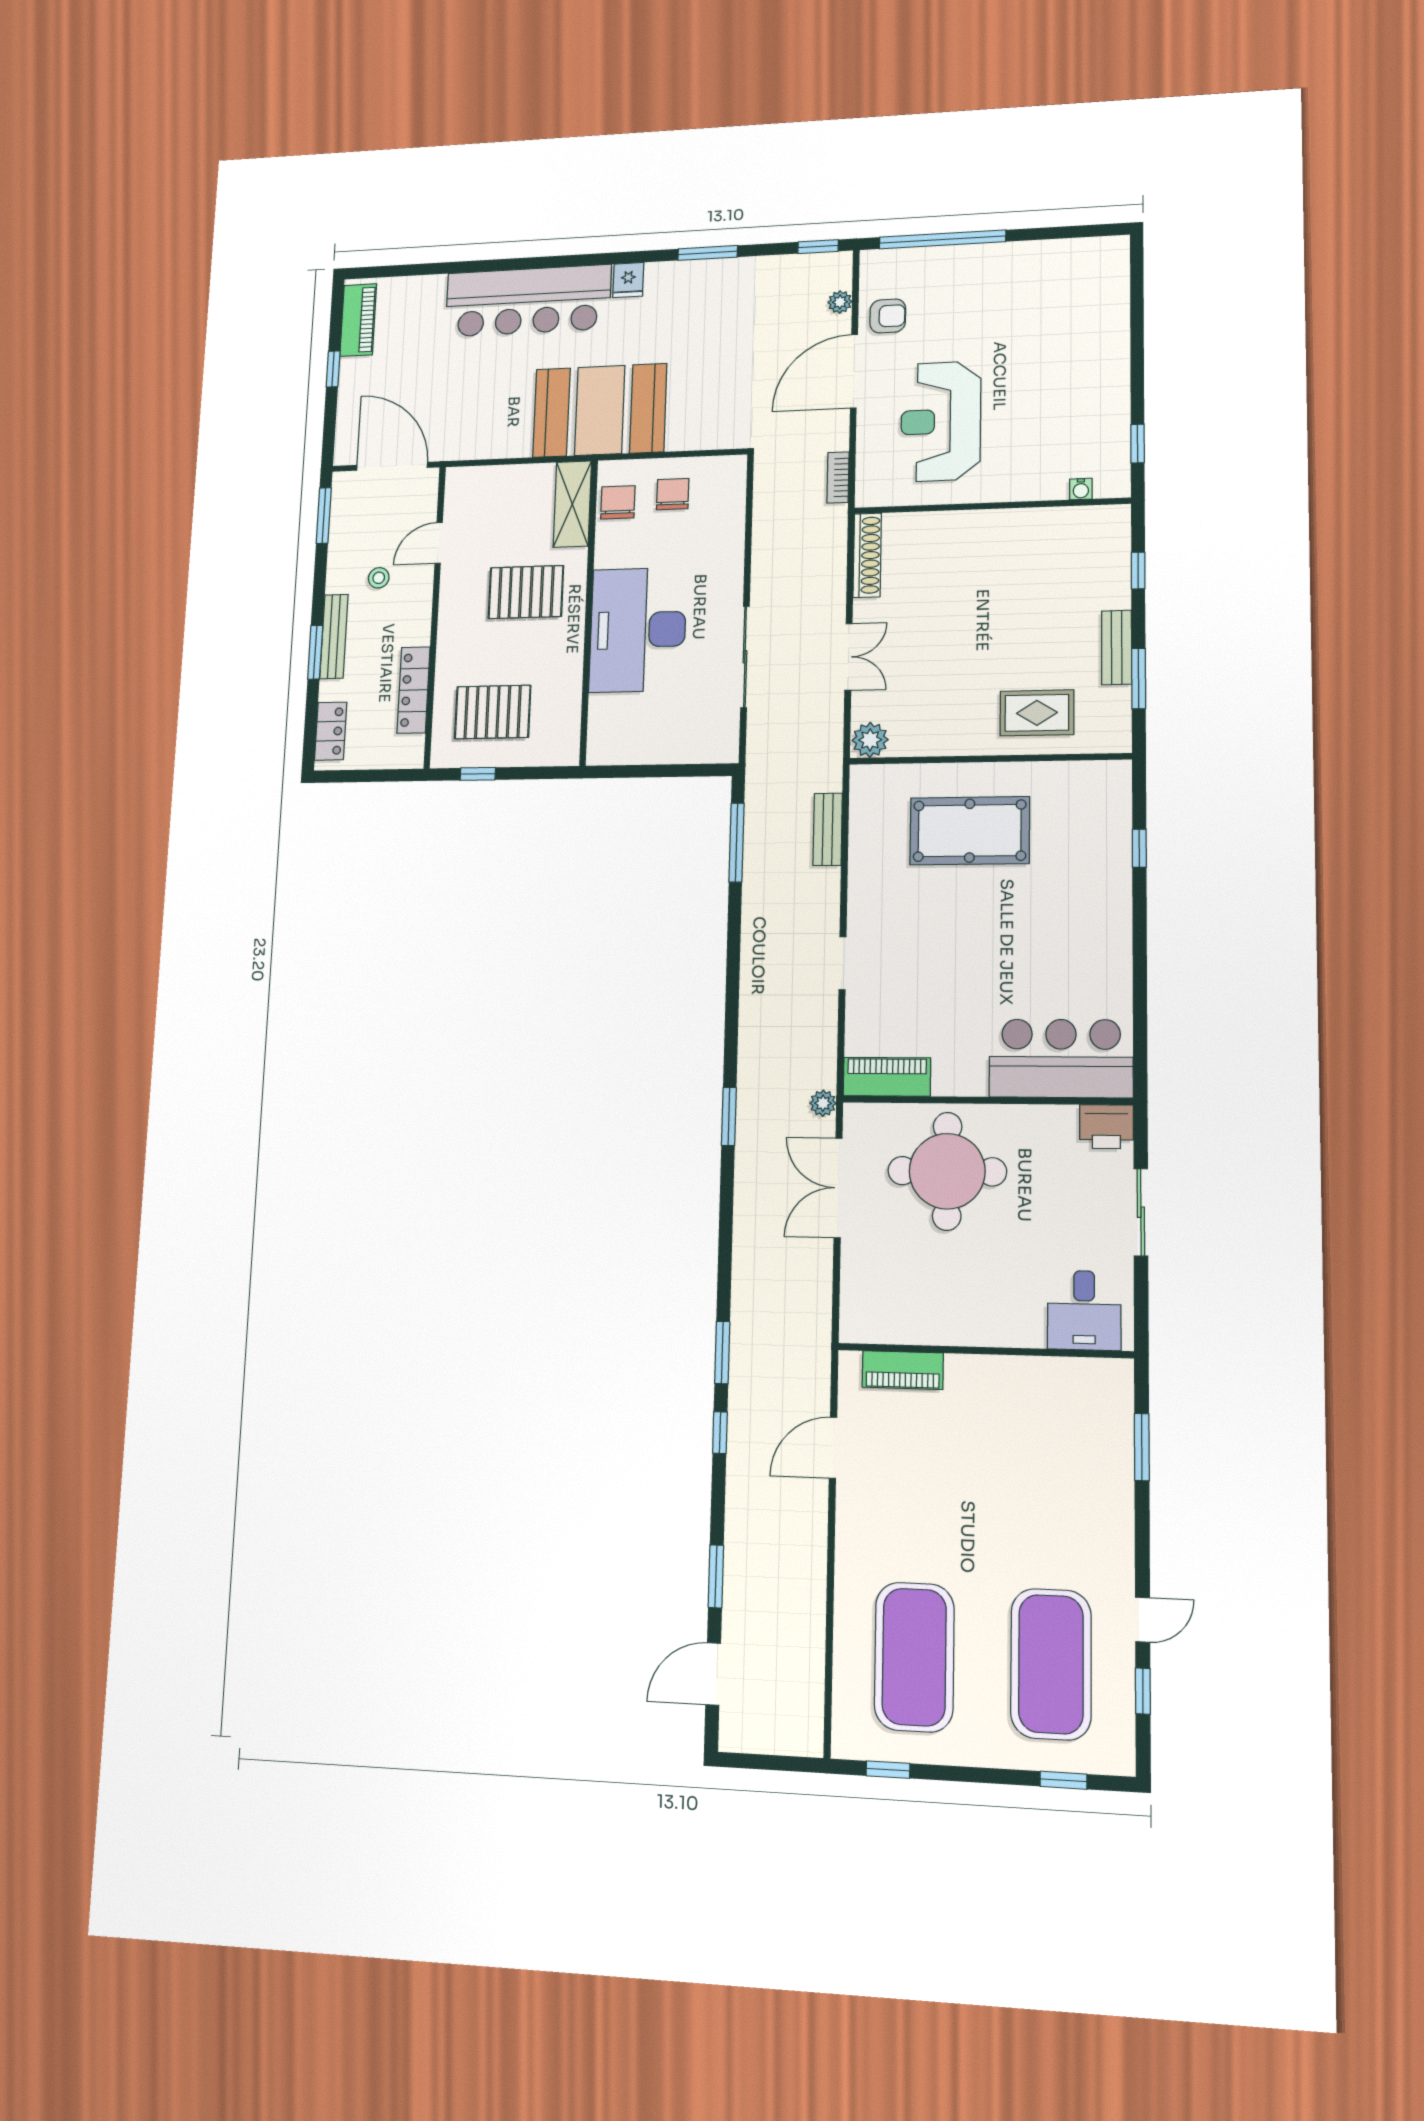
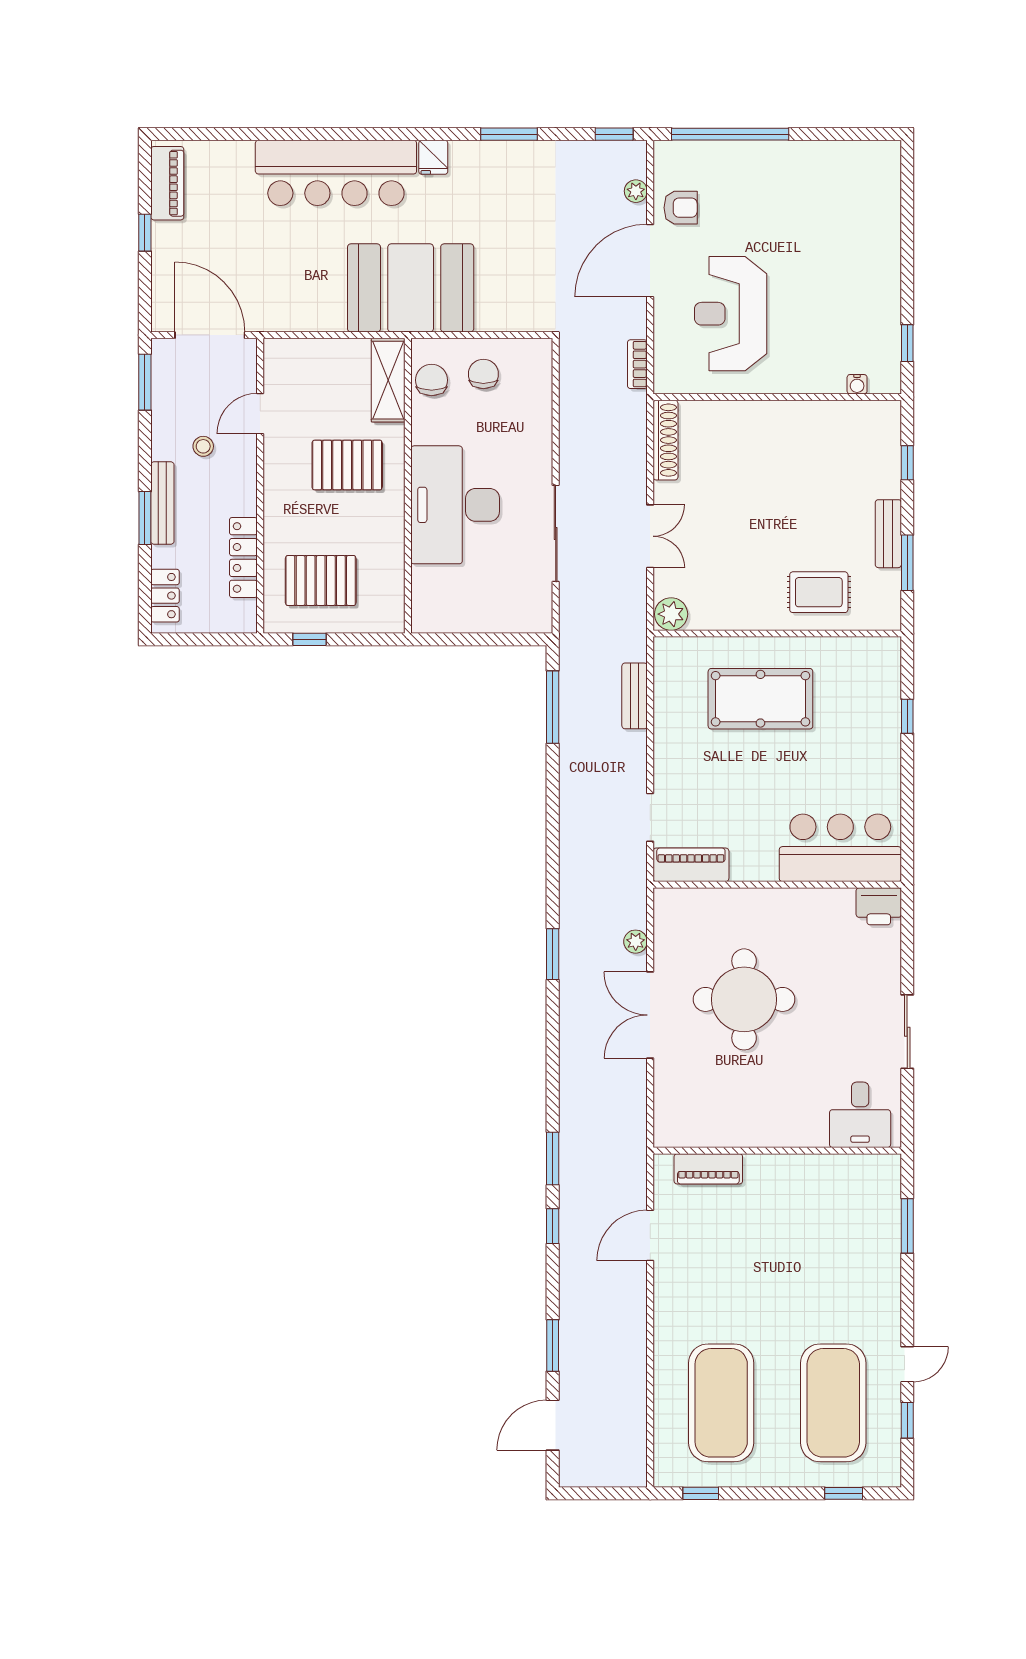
bar counter: (1061, 1058) -> (840, 848), moved
piano: (887, 1077) -> (691, 865), moved
wall: (987, 1100) -> (777, 885), moved
printer: (1106, 1127) -> (879, 906), moved

